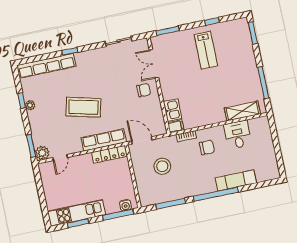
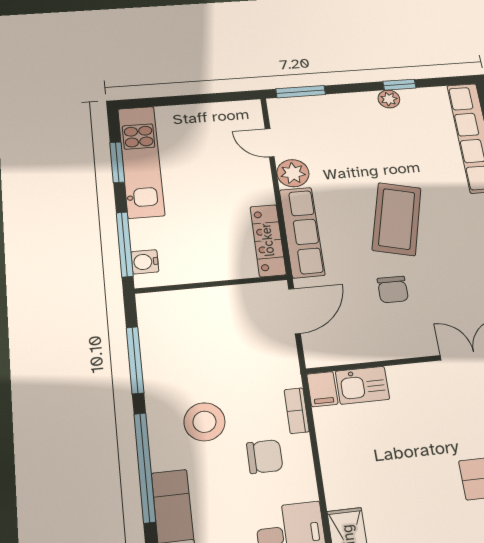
chair: (144, 90) -> (393, 290), moved
coffee table: (83, 107) -> (397, 219), moved
chair: (207, 147) -> (265, 457), turned -90
plant: (42, 153) -> (293, 173), moved
stool: (162, 166) -> (204, 422), moved

